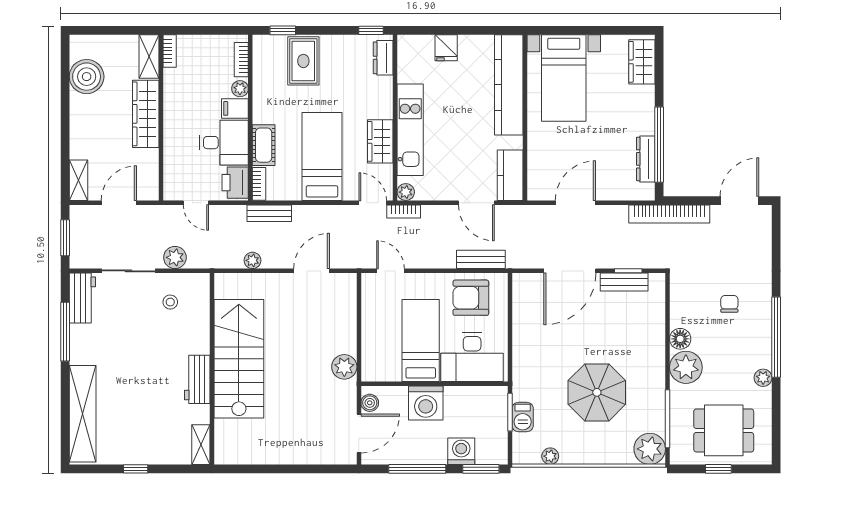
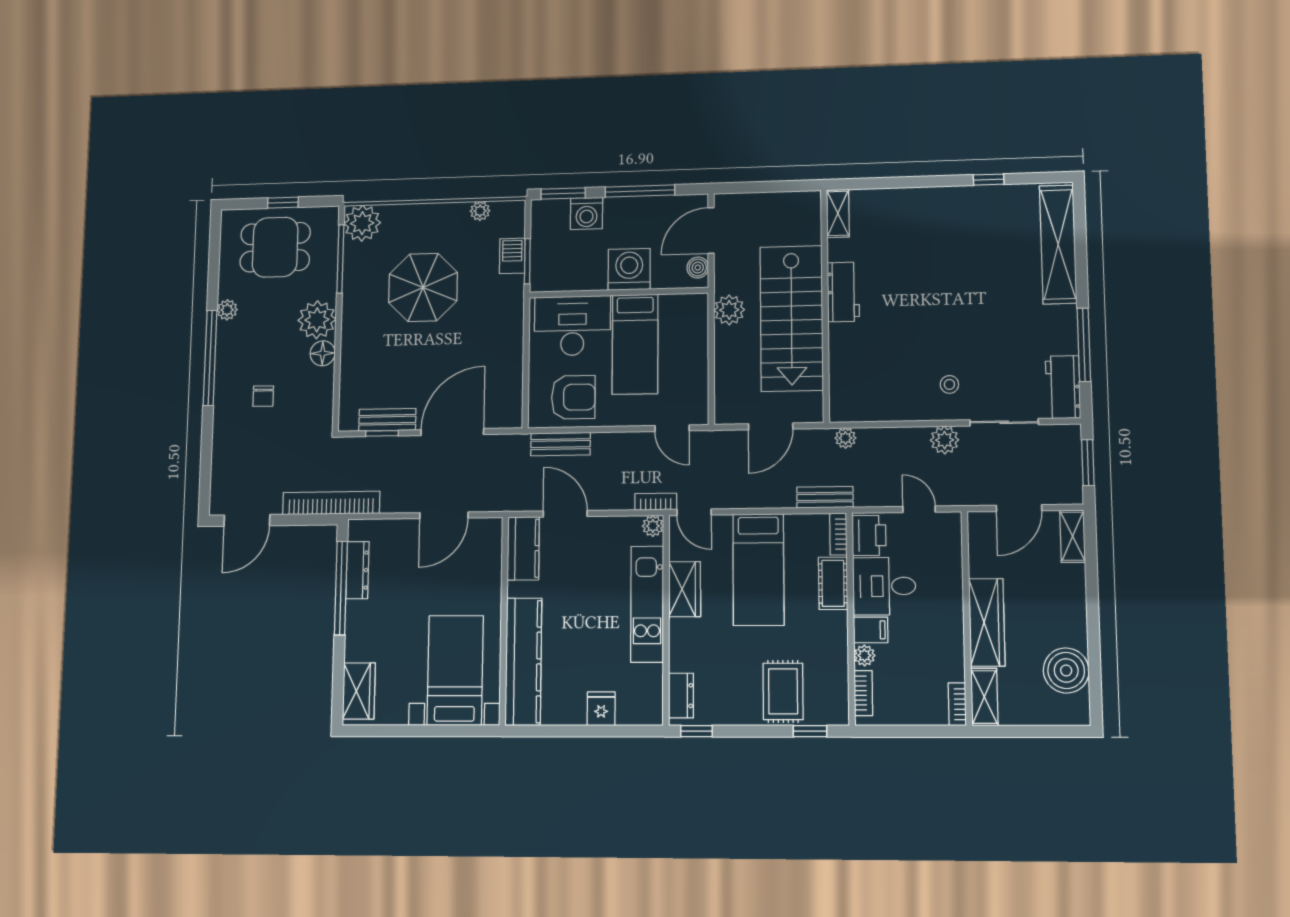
stairs: (239, 359) -> (792, 318), moved
wall: (212, 369) -> (825, 305), moved
workbench: (197, 379) -> (843, 292), moved
shelving: (201, 445) -> (838, 213), moved

